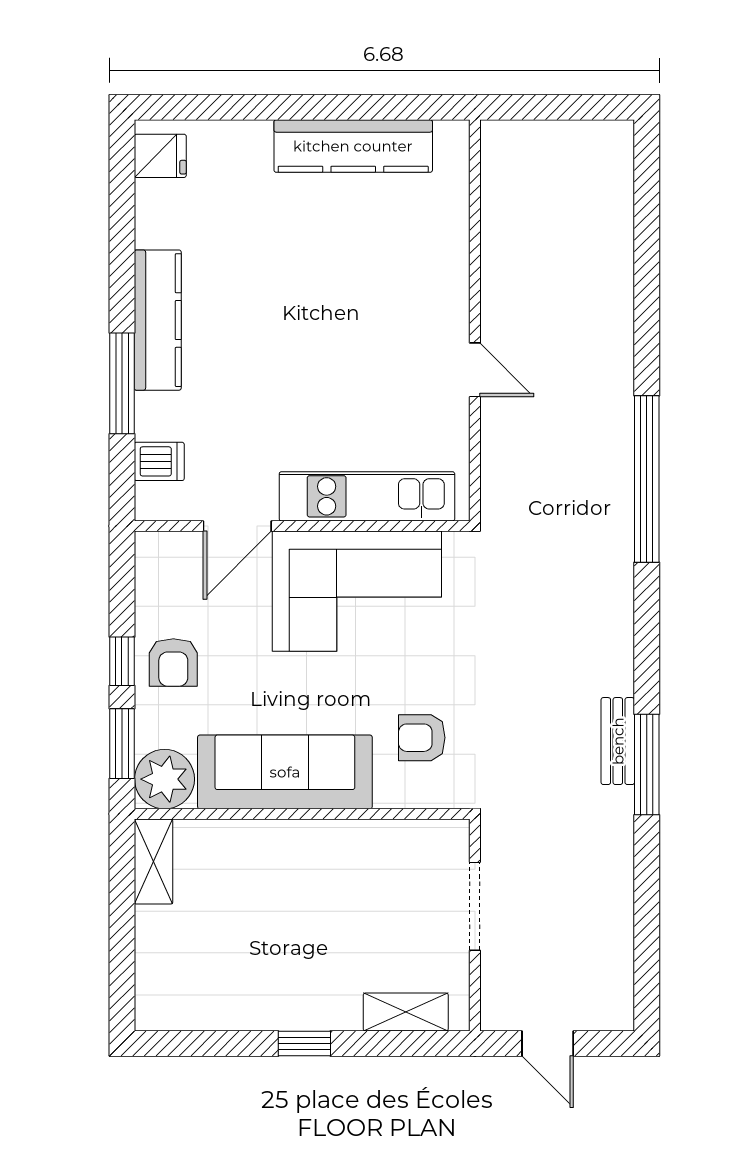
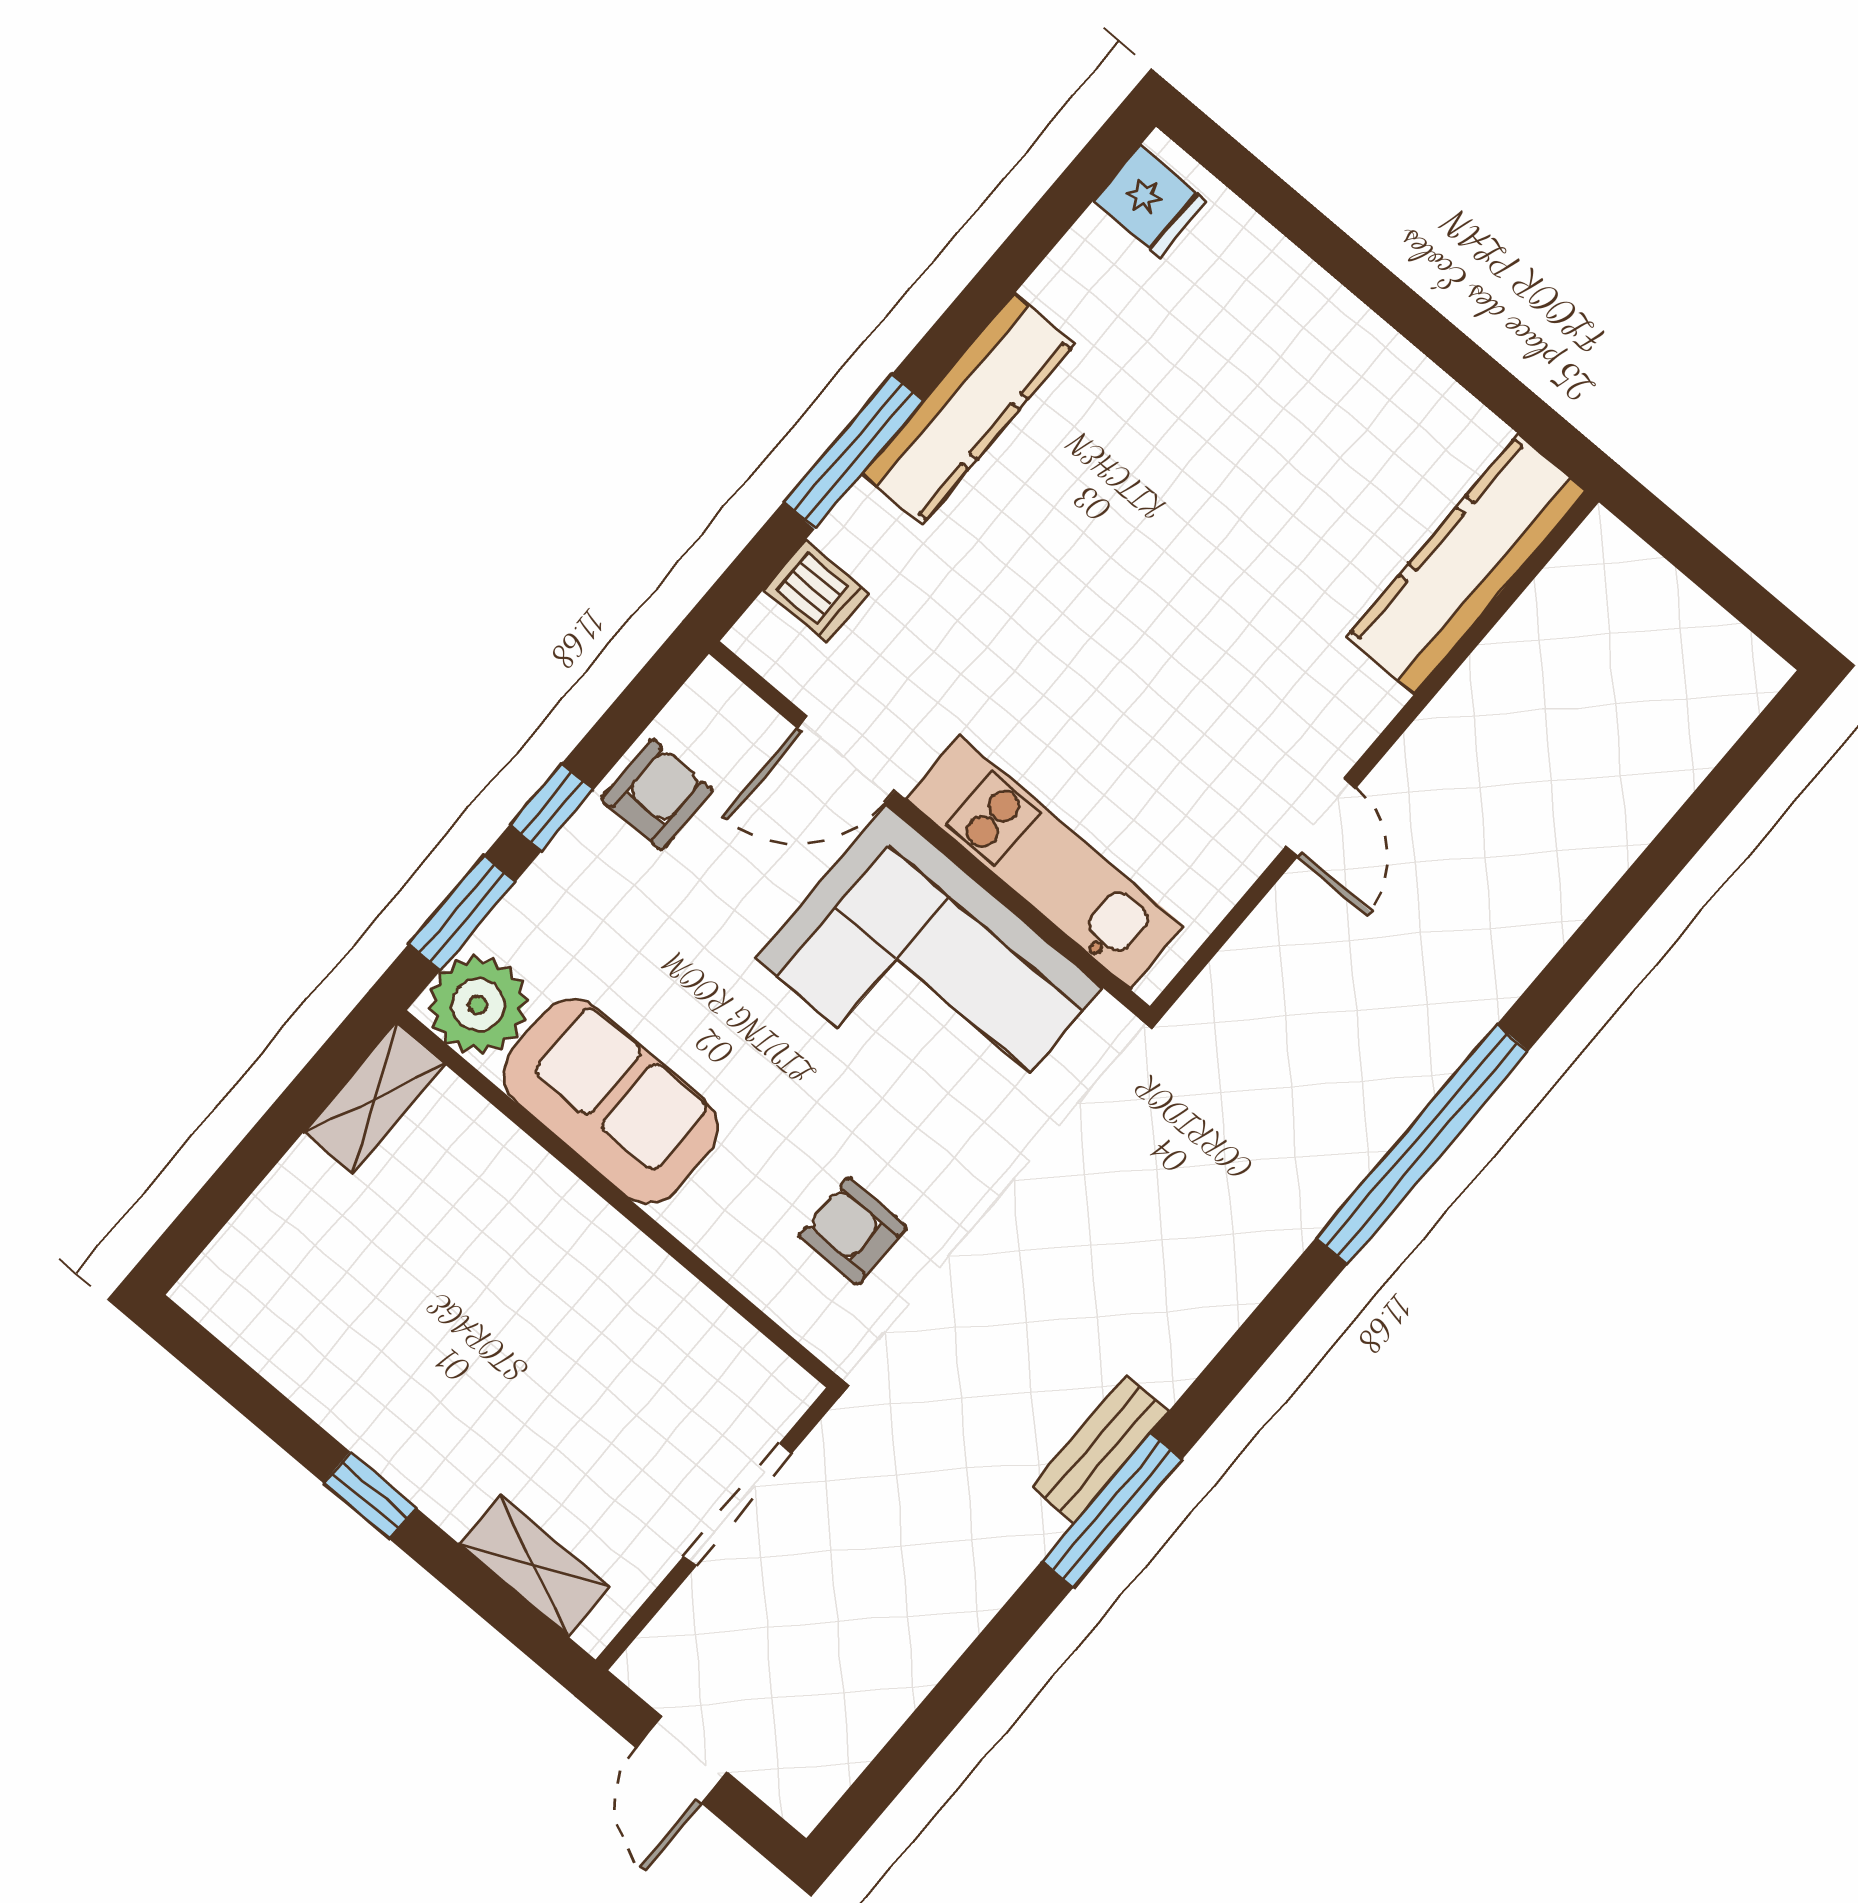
kitchen counter: (353, 146) -> (1466, 564), moved, turned 90
armchair: (173, 662) -> (657, 795), moved, turned 180
sofa: (285, 772) -> (610, 1101), width x0.73

